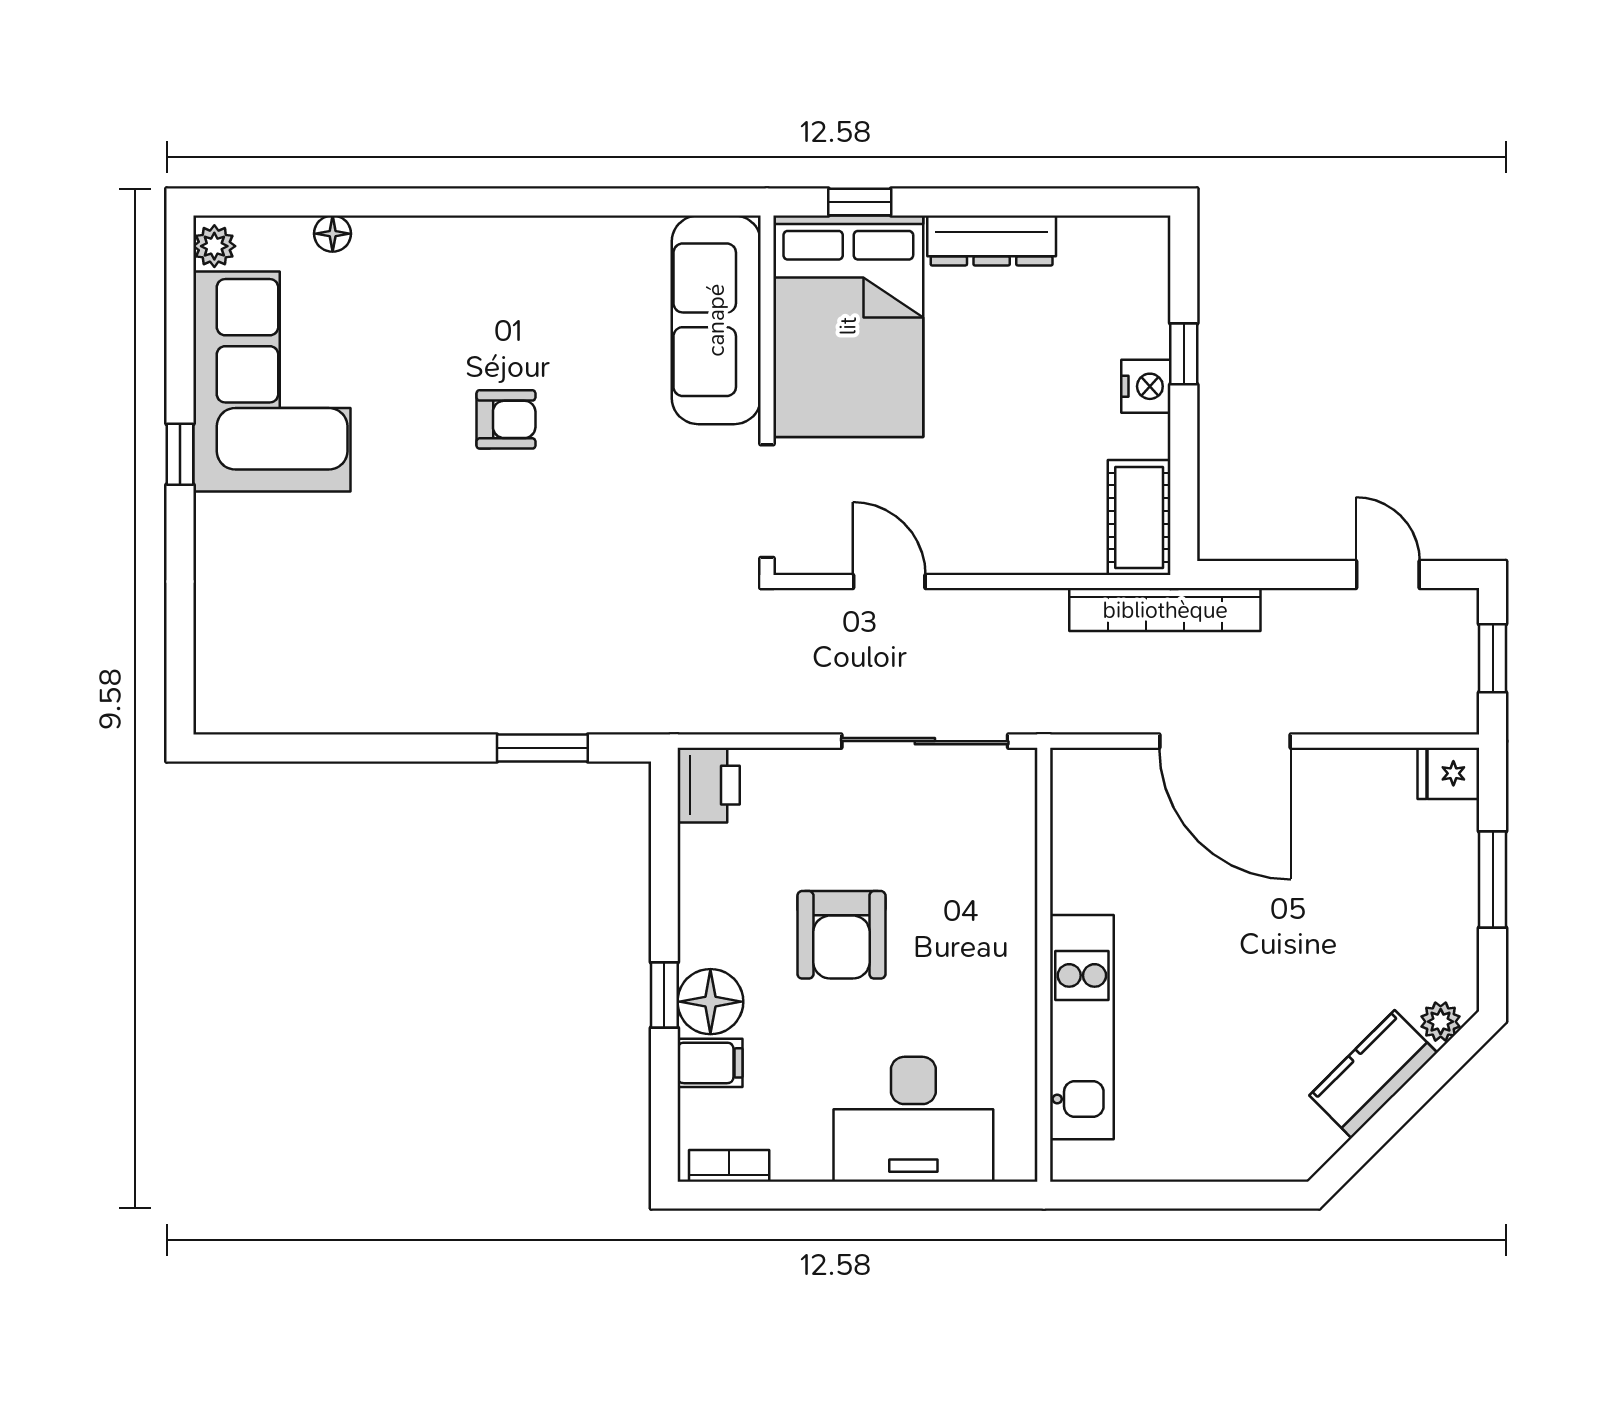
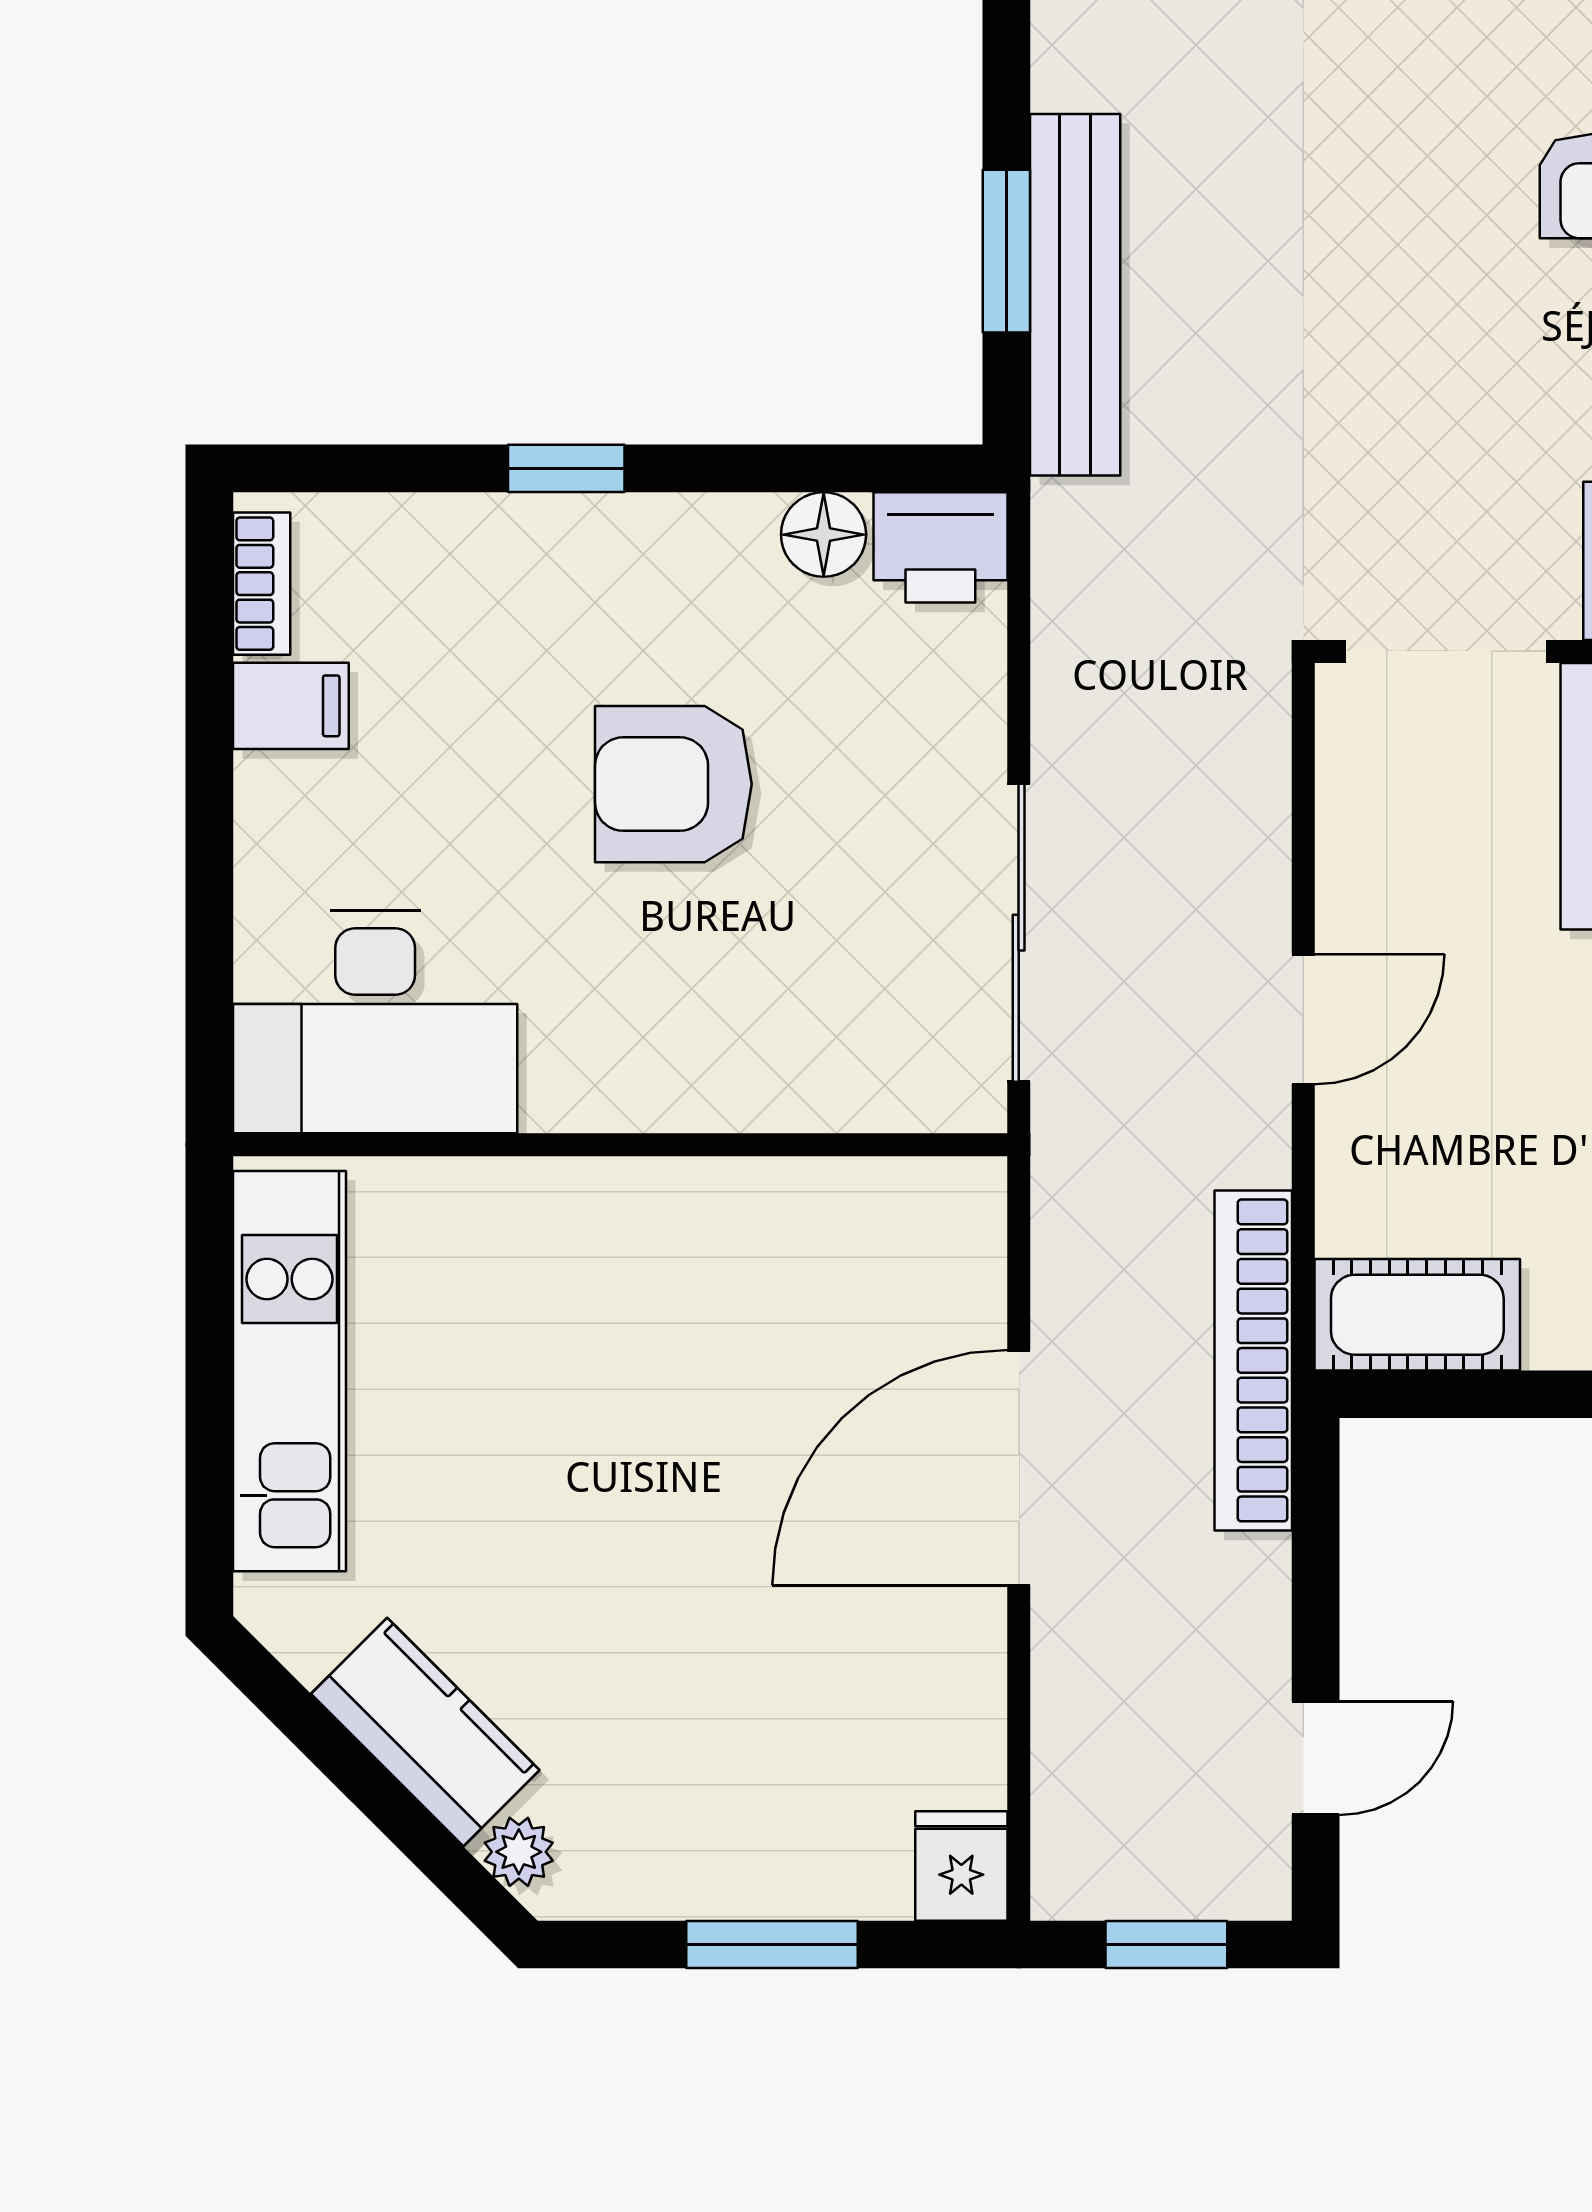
door: (889, 581) -> (1303, 1019), moved
bench: (567, 709) -> (1075, 295), added
floor lamp: (710, 1002) -> (824, 535), moved, width x0.73, depth x0.73
kitchen unit: (1082, 1027) -> (290, 1371), moved, turned -90
filing cabinet: (710, 1063) -> (291, 706), moved, turned -90
desk: (913, 1119) -> (375, 1022), moved, turned -90

